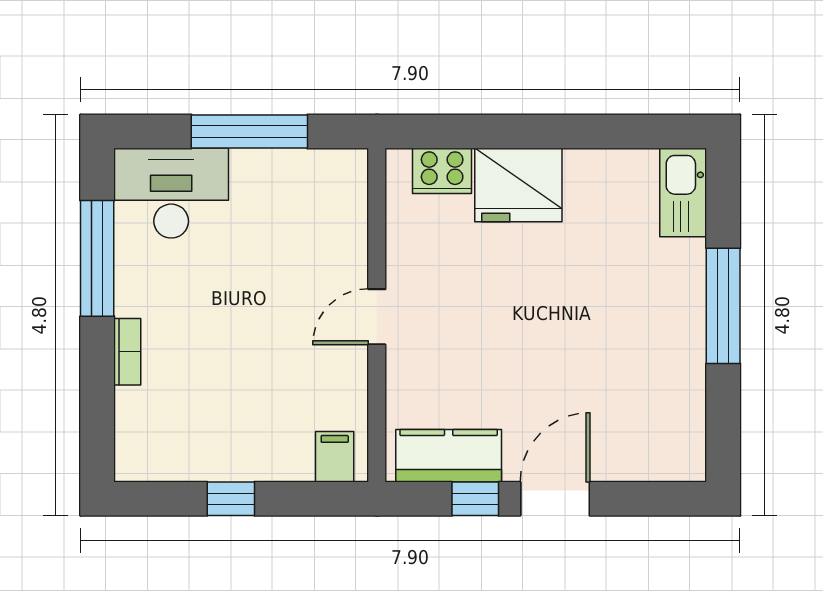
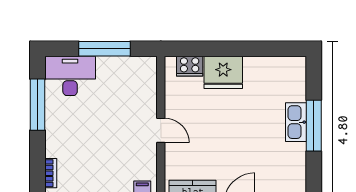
kitchen sink: (683, 193) -> (296, 122), moved
door: (377, 317) -> (161, 130), swing flipped
bookcase: (127, 352) -> (51, 173), moved

